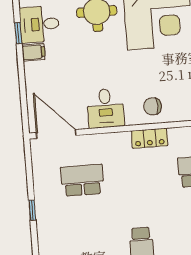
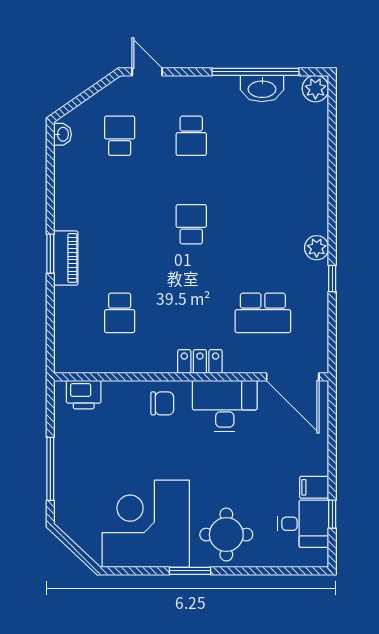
desk: (105, 108) -> (225, 406), width x1.37
locker: (150, 138) -> (200, 362), moved
plant: (46, 232) -> (317, 248), added

